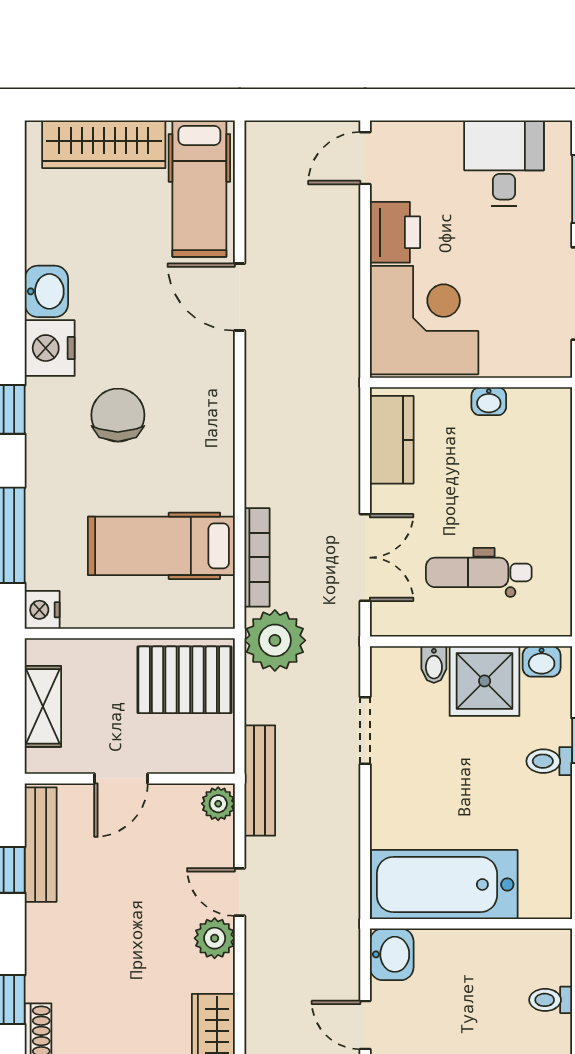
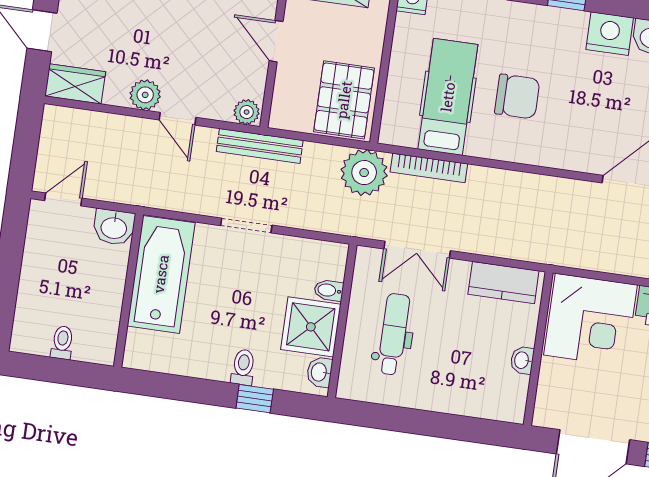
chair: (118, 415) -> (517, 96), moved
doorway: (365, 730) -> (246, 225), moved
door: (240, 892) -> (177, 119), swing flipped

